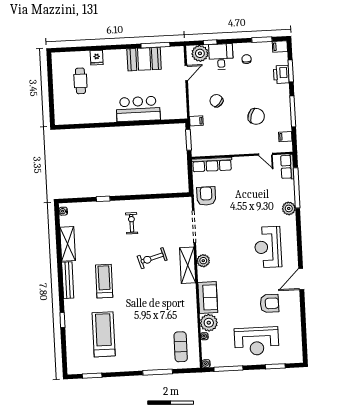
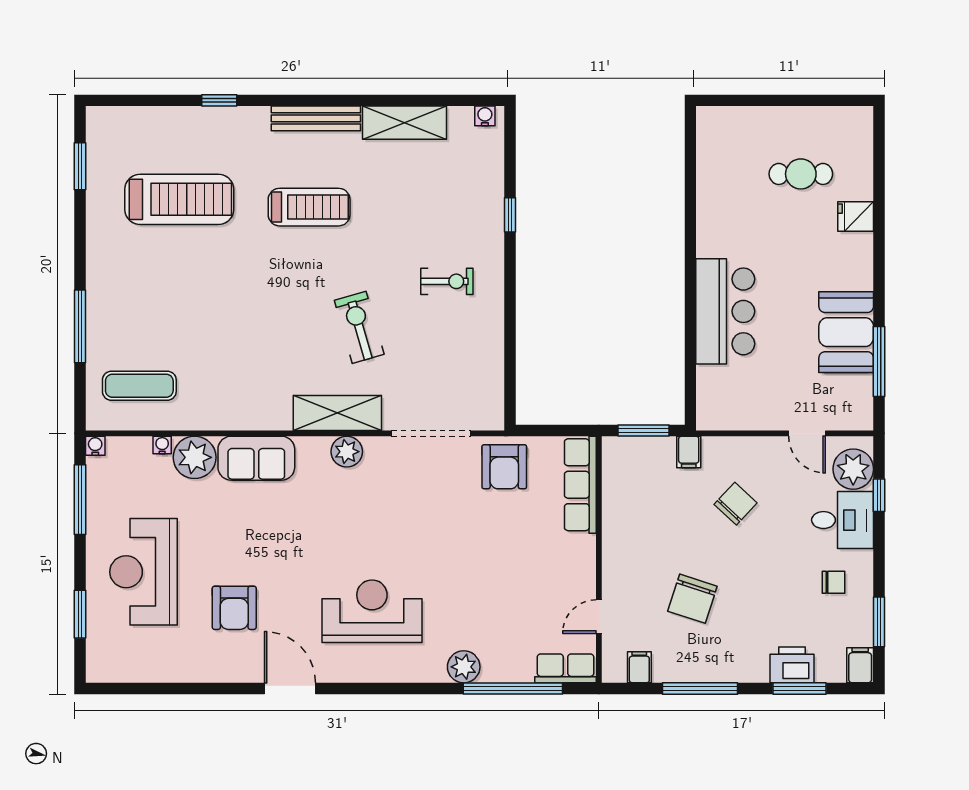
armchair: (206, 196) -> (504, 467), turned 90

